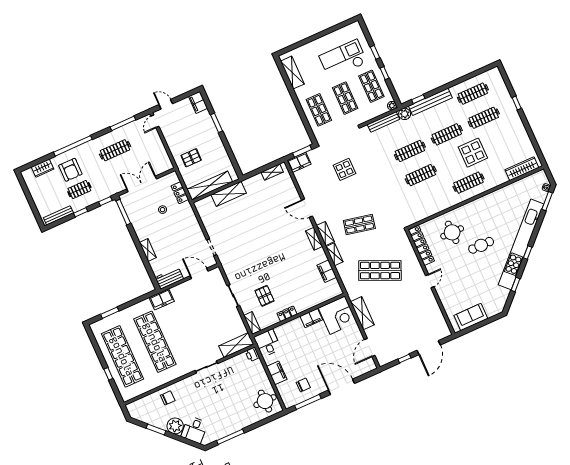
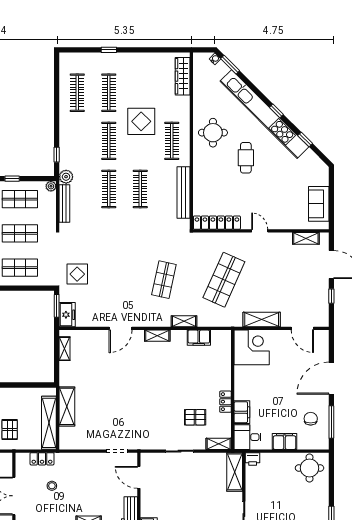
bench: (430, 102) -> (183, 192), moved
display table: (344, 169) -> (77, 274), moved
round table: (452, 232) -> (213, 133), moved
shelving: (325, 234) -> (306, 238), moved
door: (199, 273) -> (139, 477), hinge flipped
filing cabinet: (311, 318) -> (242, 412), moved

